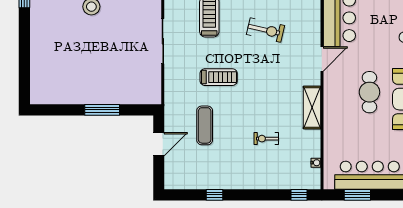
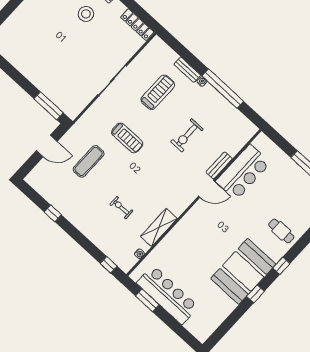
exercise bike: (265, 30) -> (187, 135), turned 77
bench: (315, 30) -> (219, 165), added
cafe table: (369, 92) -> (218, 240), removed
shelving: (312, 108) -> (159, 227), moved
window: (102, 110) -> (49, 106), moved

